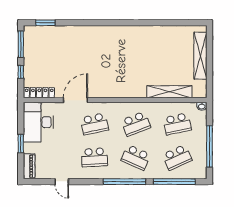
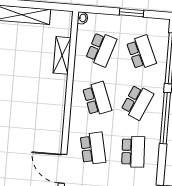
shelving: (169, 92) -> (62, 55), width x0.68
school desk: (177, 124) -> (101, 49), turned 30
window: (209, 146) -> (131, 13), width x0.47

